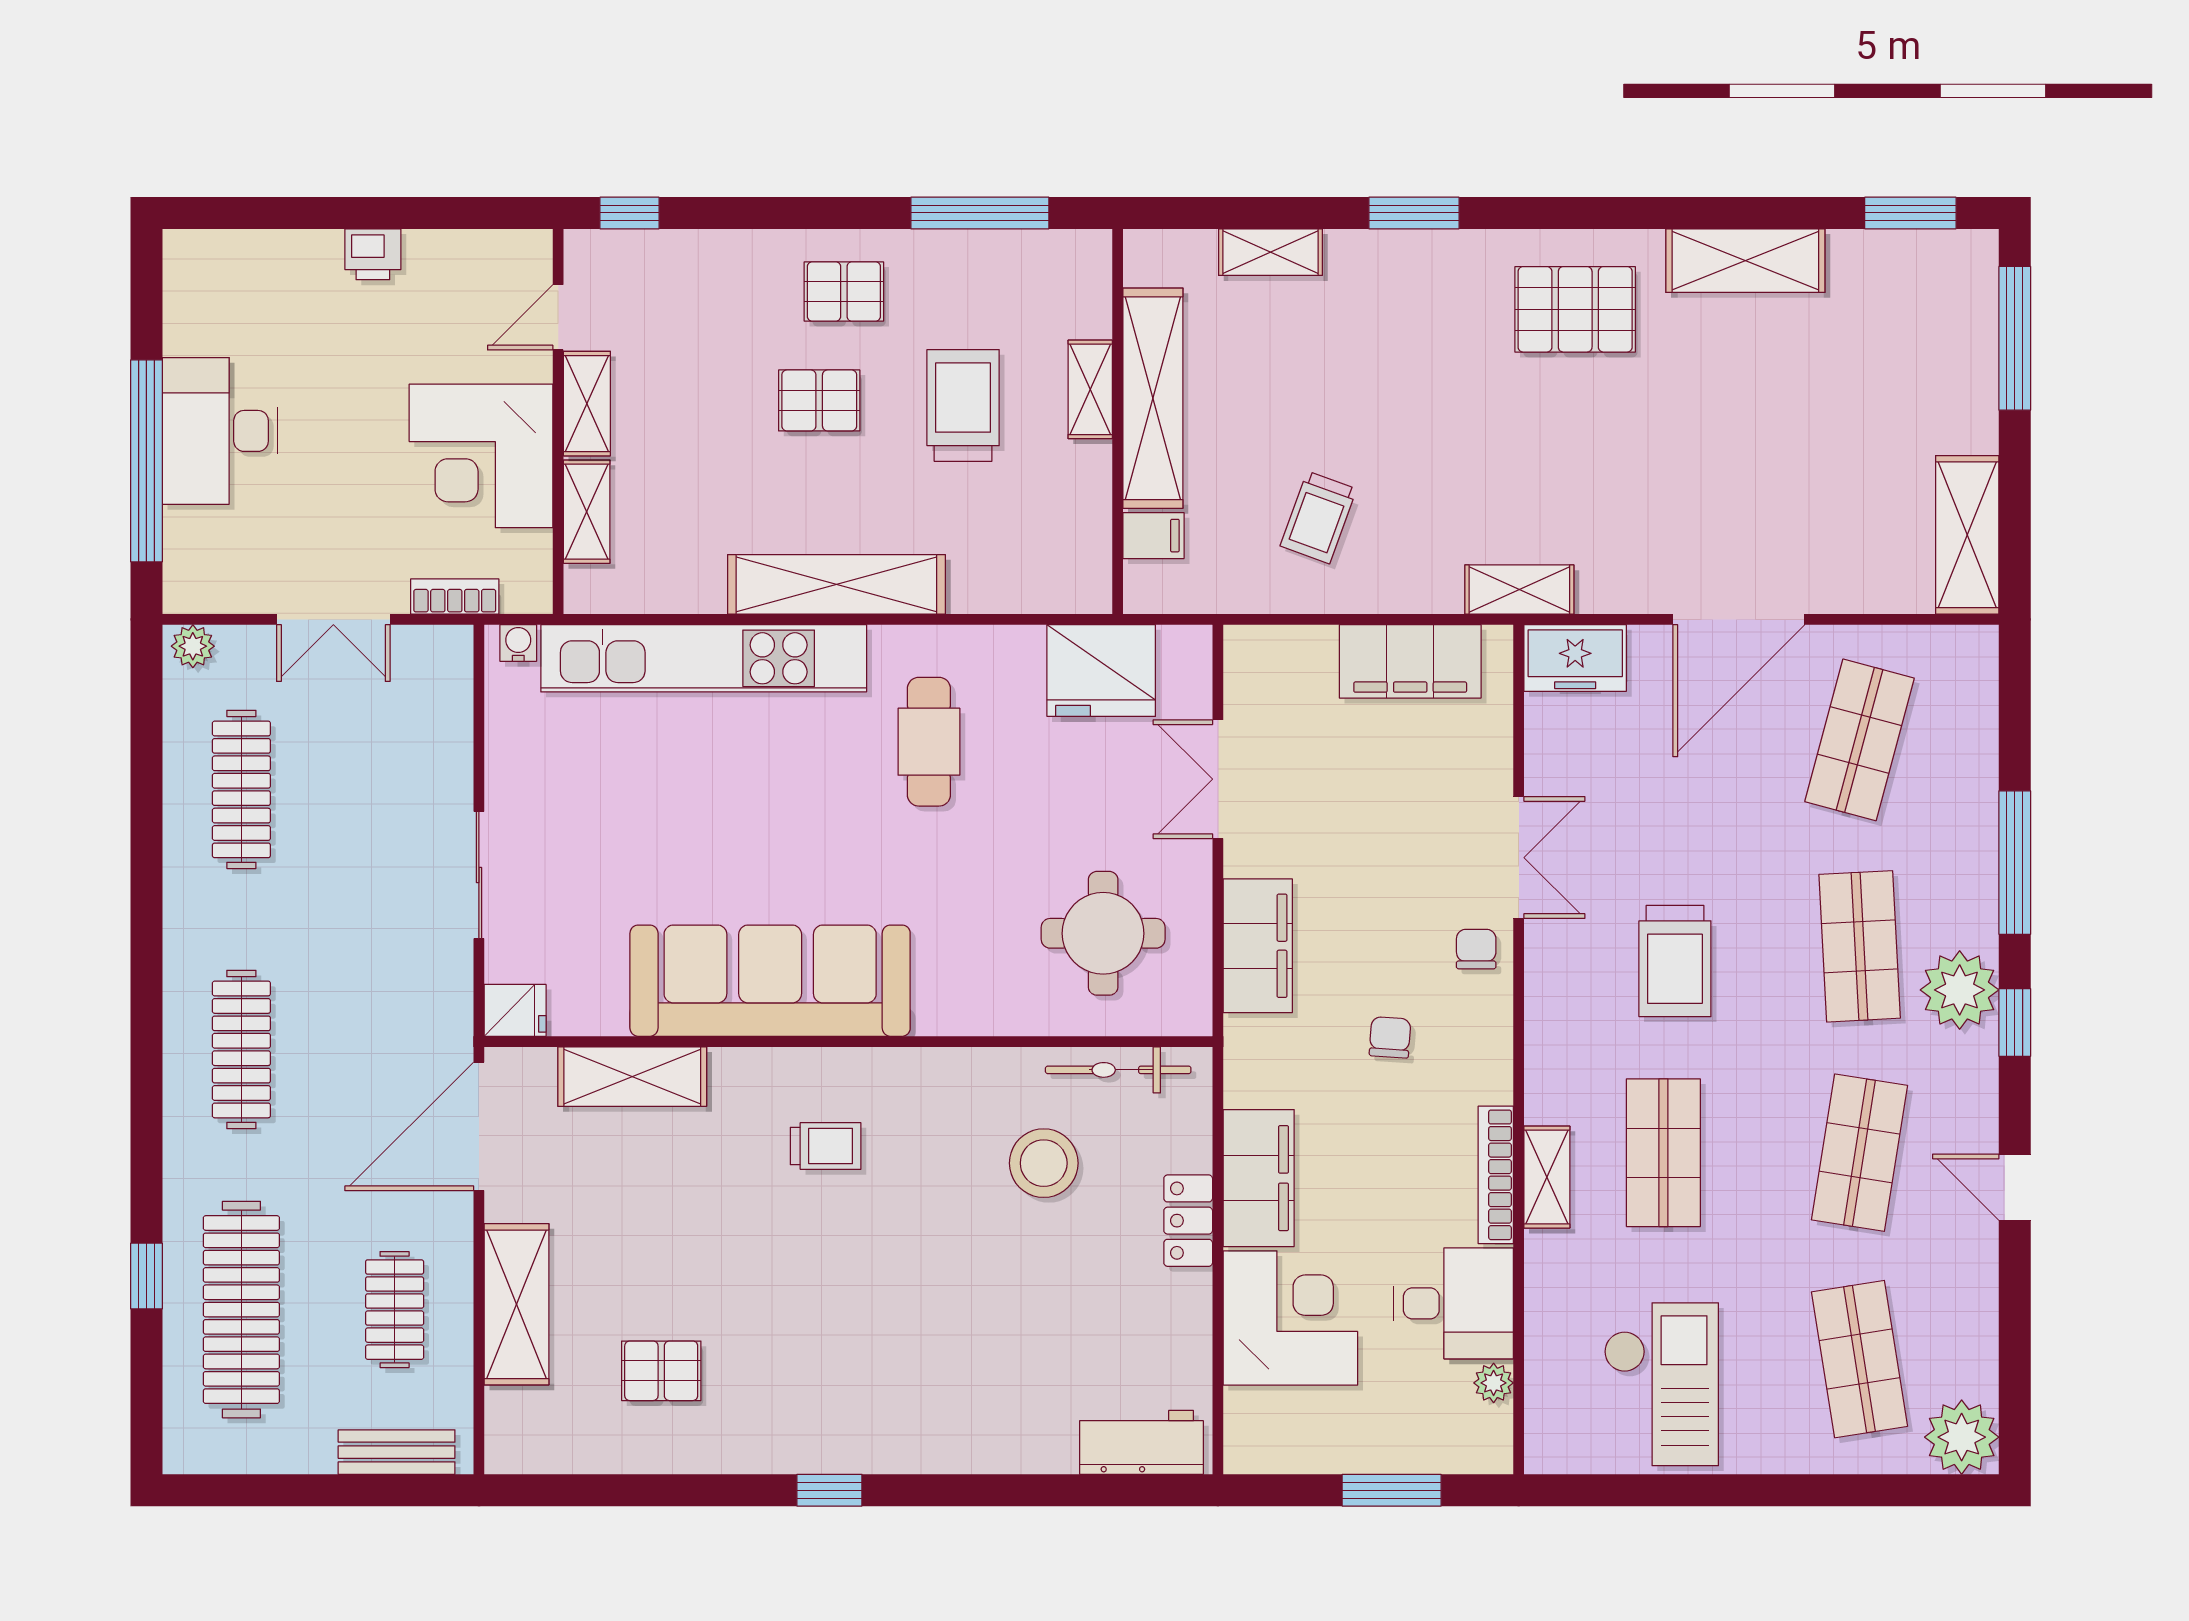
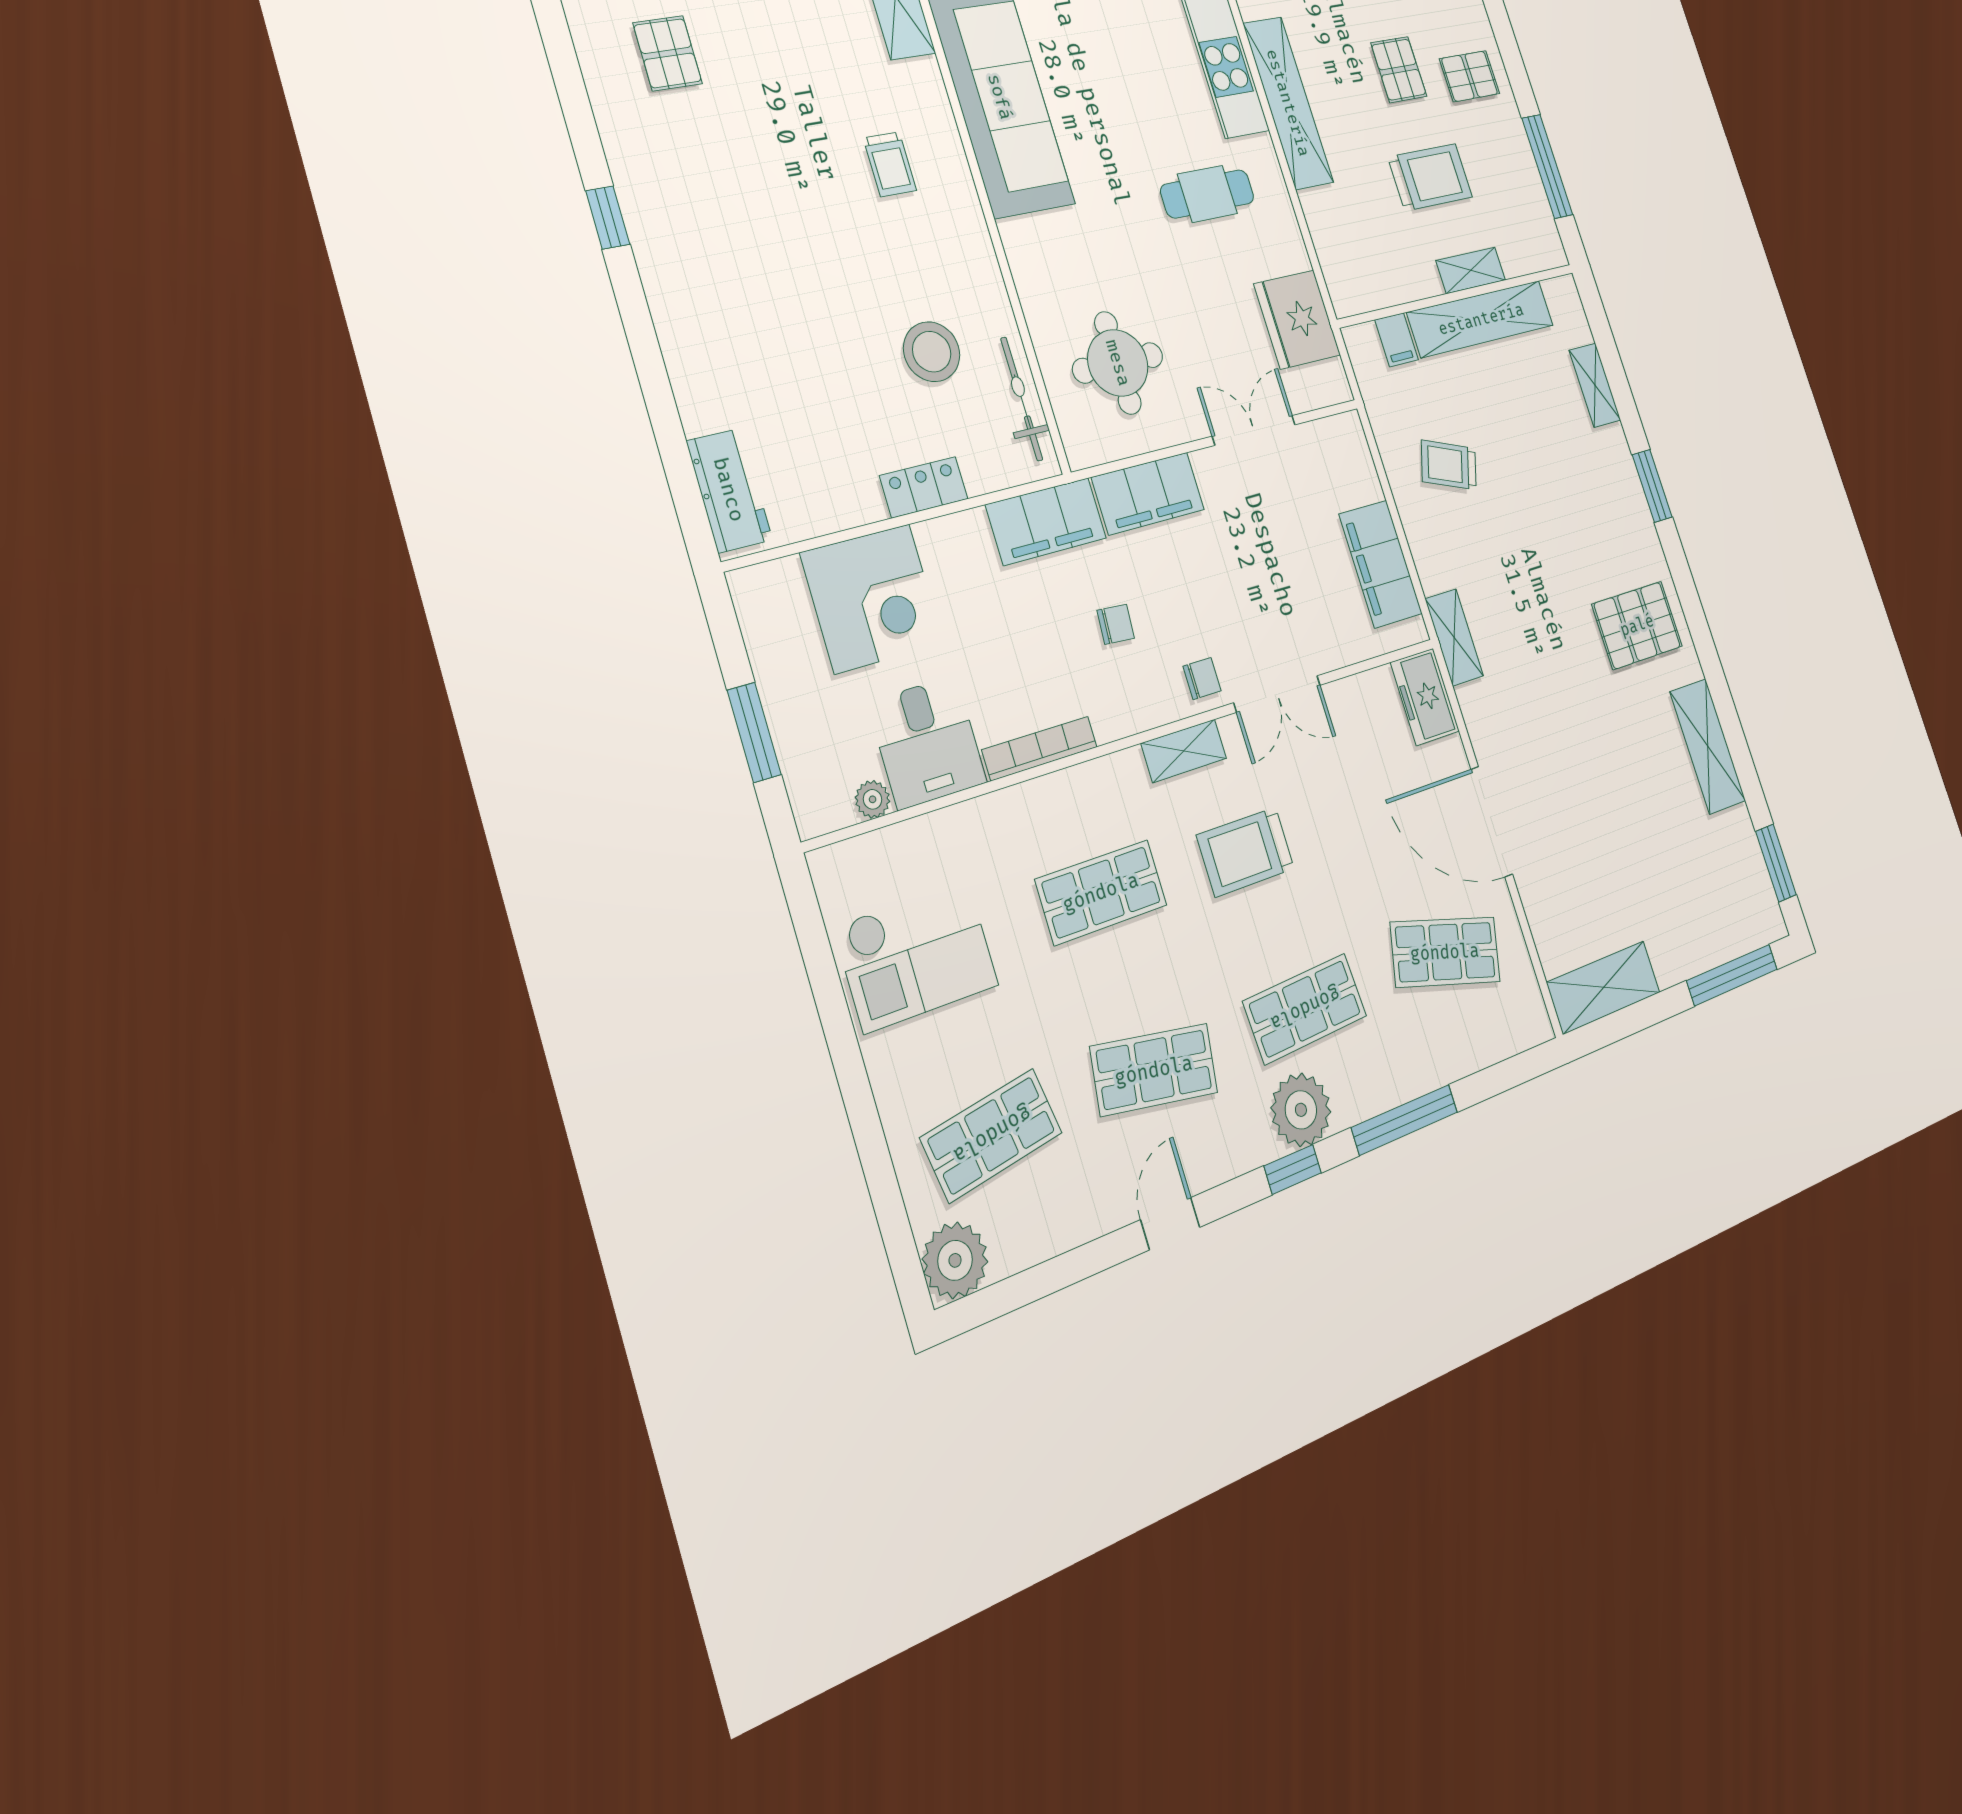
pallet: (844, 291) -> (1470, 76), turned 90
pallet: (1575, 309) -> (1637, 625), turned 90
shelving: (1547, 1177) -> (1184, 751), moved
filing cabinet: (1259, 1178) -> (1046, 521), moved

